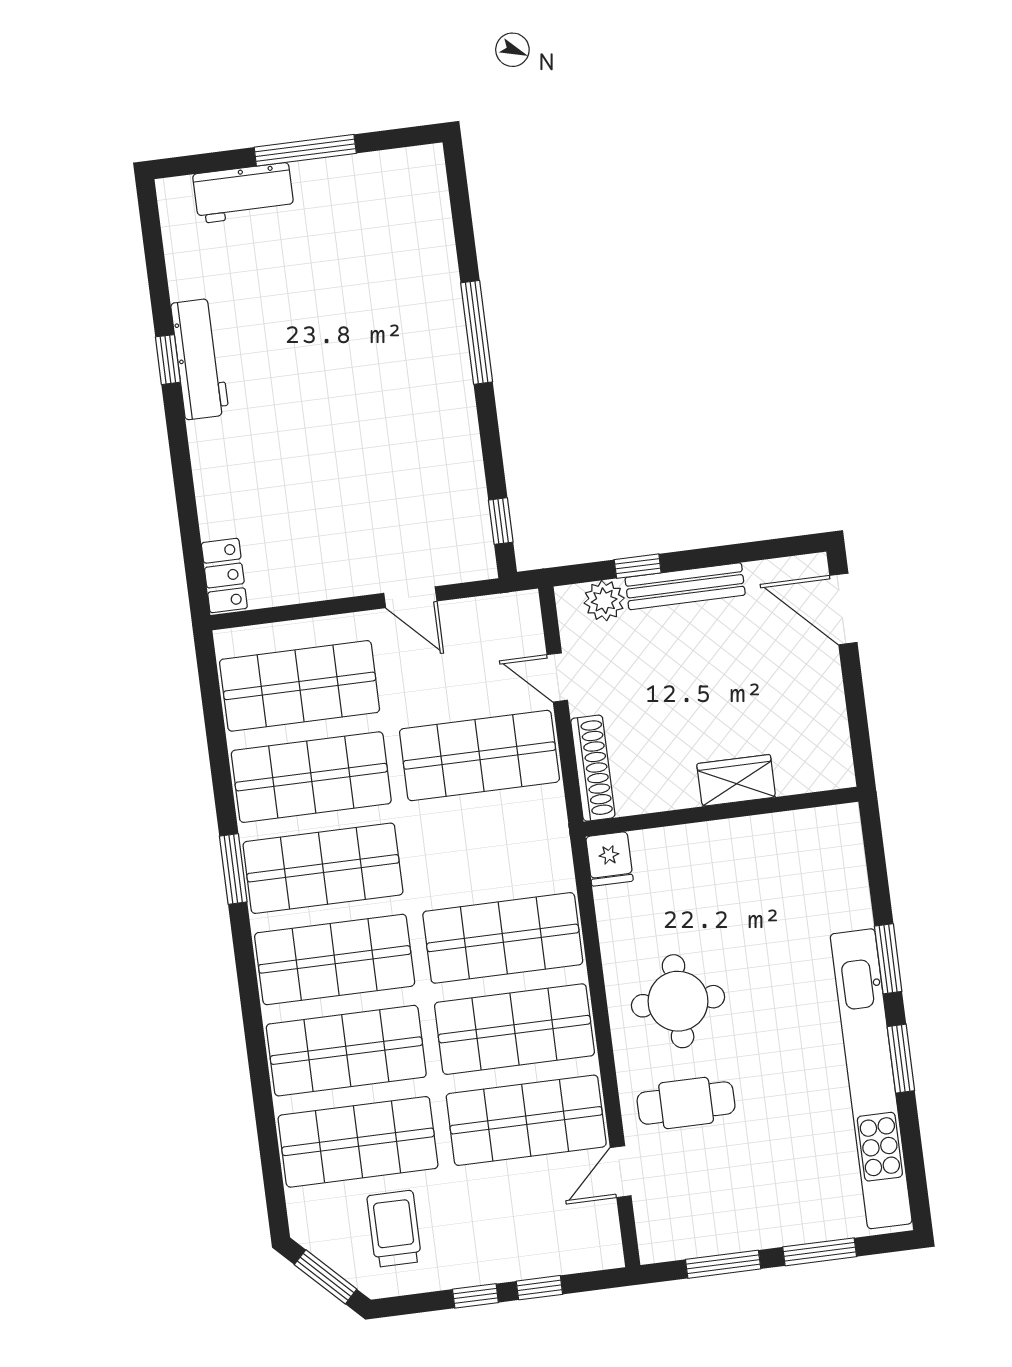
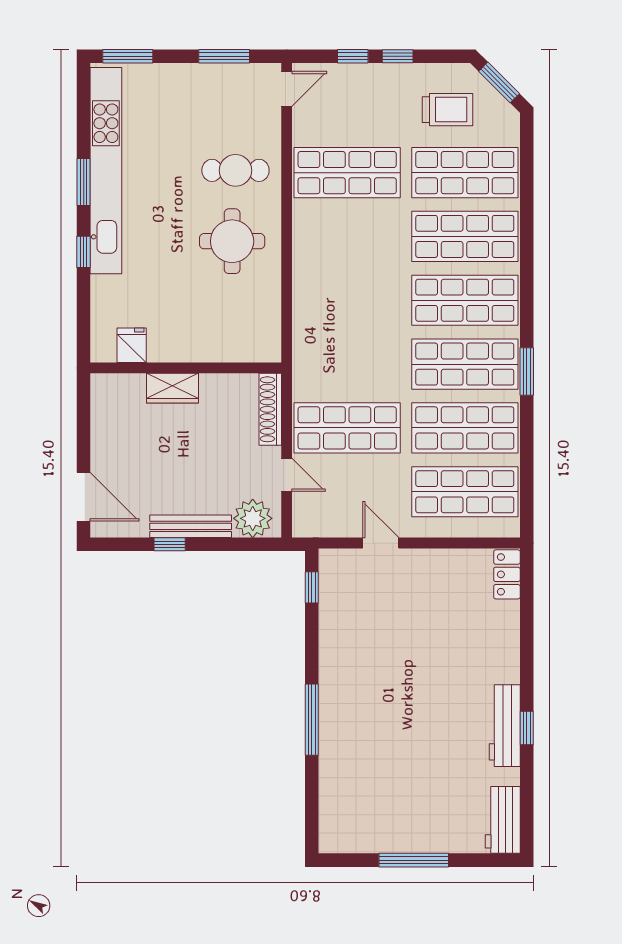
workbench: (243, 193) -> (503, 820), moved, turned -90
window: (638, 566) -> (170, 544), moved
plant: (604, 601) -> (253, 518), width x1.36, depth x1.36
fridge: (609, 859) -> (132, 345), moved
shop shelf: (503, 938) -> (347, 300), removed
window: (888, 959) -> (84, 252), width x0.67
shop shelf: (514, 1029) -> (347, 236), removed
door: (621, 1172) -> (287, 89), moved
trolley: (394, 1229) -> (448, 110), turned -90
window: (820, 1252) -> (128, 56), moved

